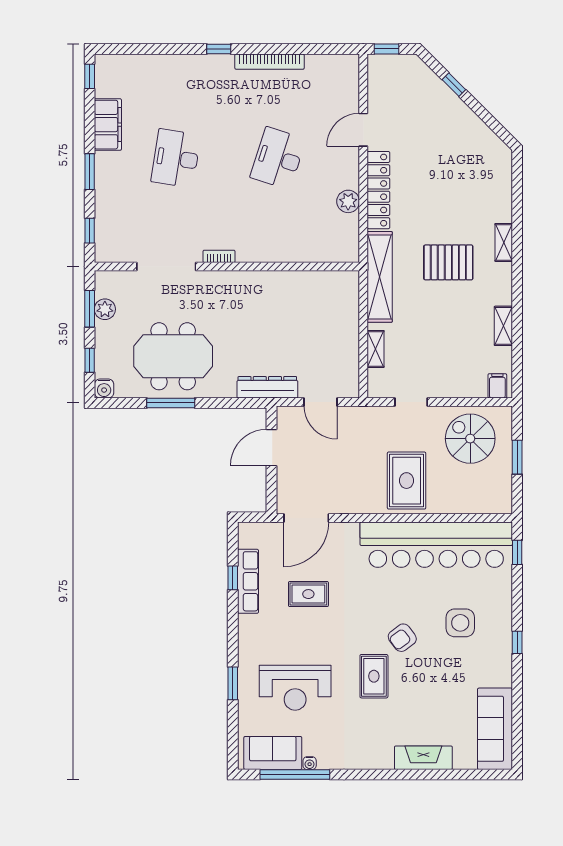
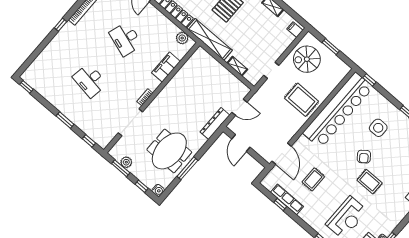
filing cabinet: (108, 125) -> (166, 67), moved, turned -90
plant: (348, 201) -> (182, 38), moved

